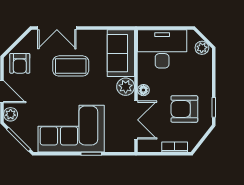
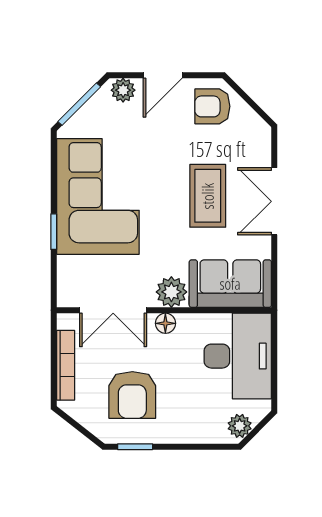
double door: (57, 28) -> (274, 201), moved
armchair: (184, 109) -> (132, 395), turned 180
bookcase: (175, 147) -> (66, 365), width x1.56

